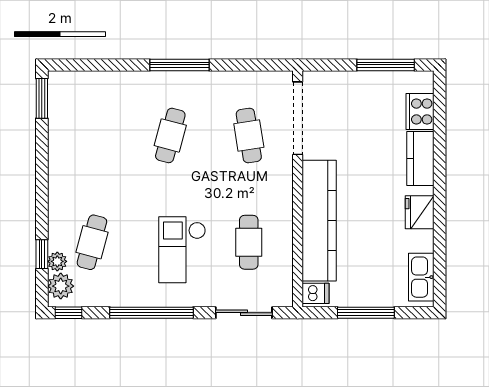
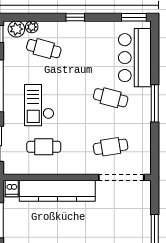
bar counter: (106, 97) -> (135, 58), added
checkout: (182, 250) -> (39, 105), turned -90
window: (42, 254) -> (75, 17), moved

